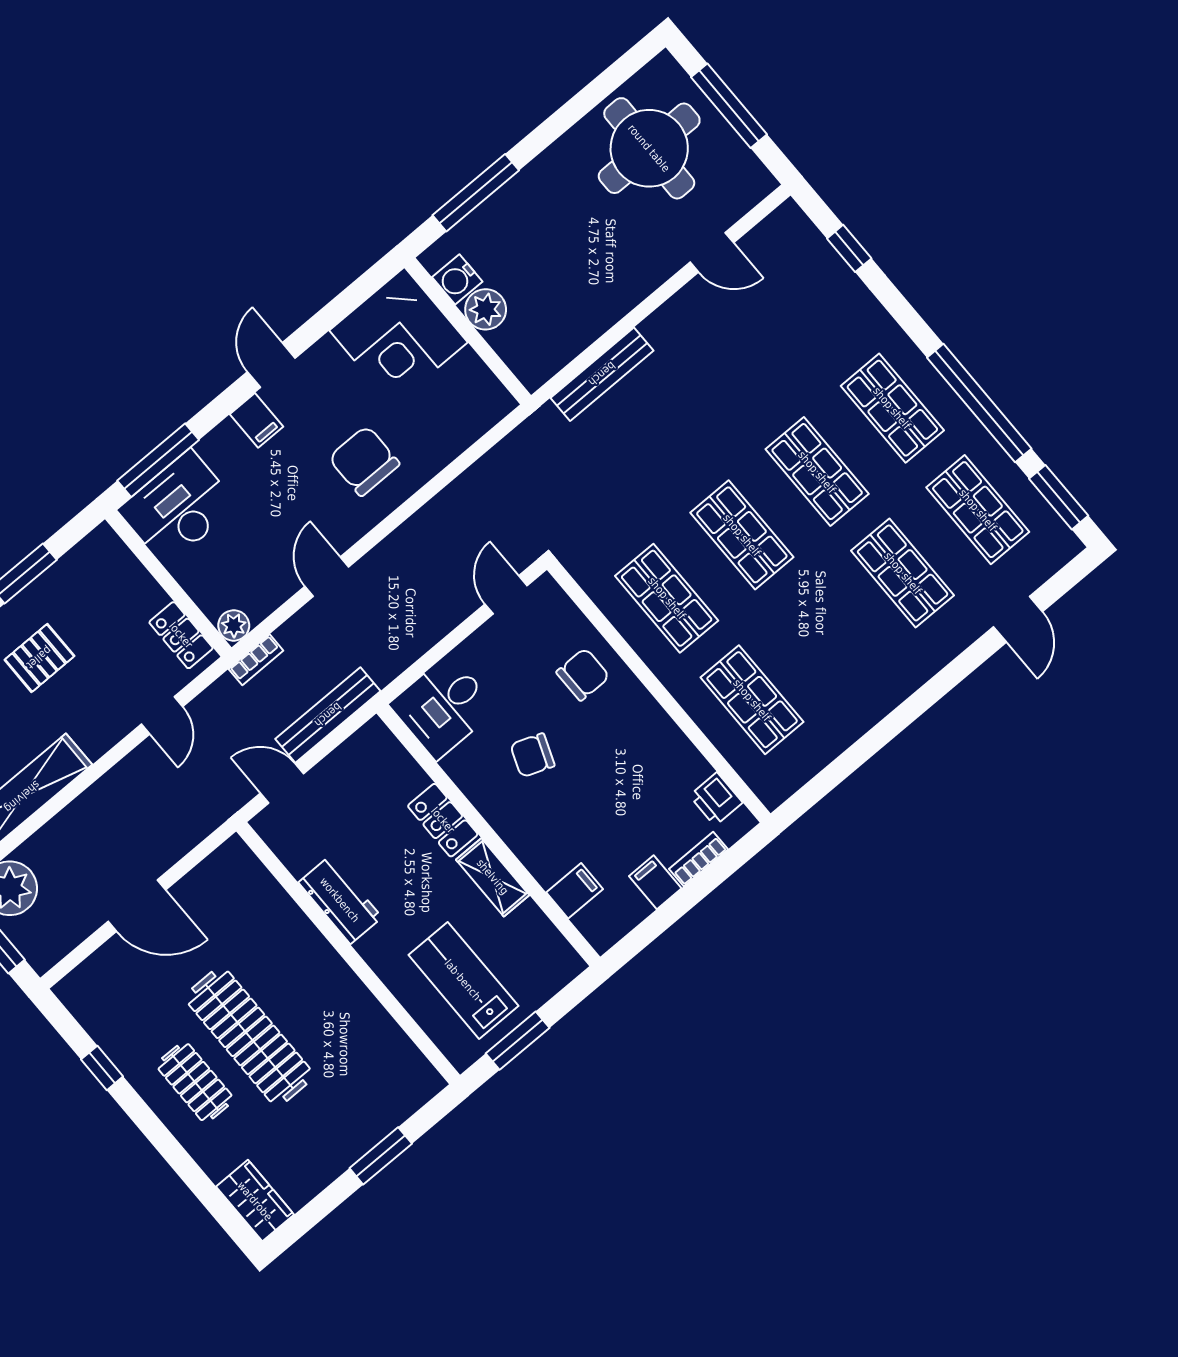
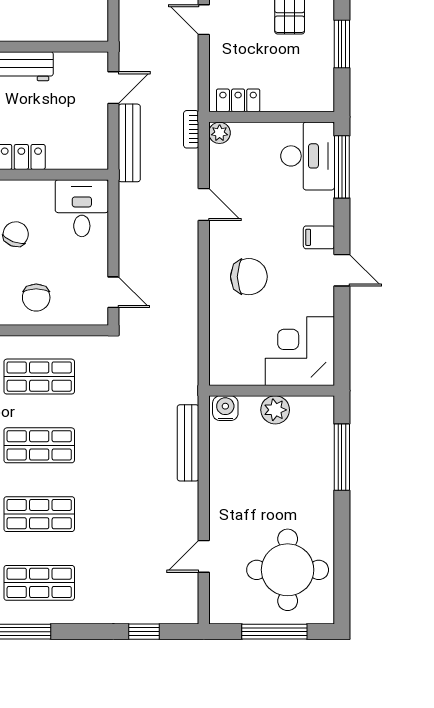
water cooler: (457, 279) -> (225, 408), moved
door: (162, 715) -> (204, 20), moved

